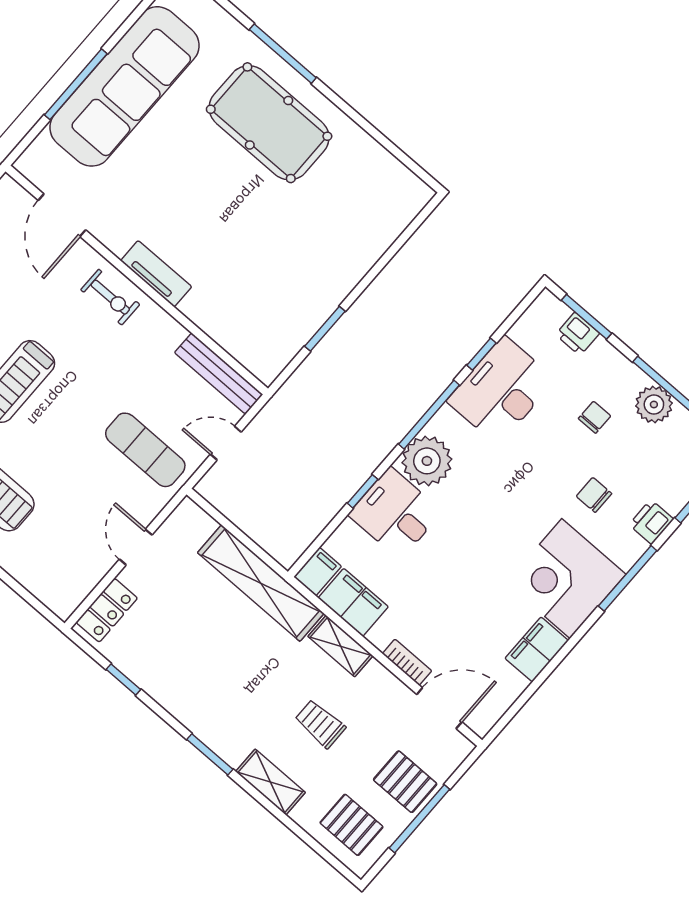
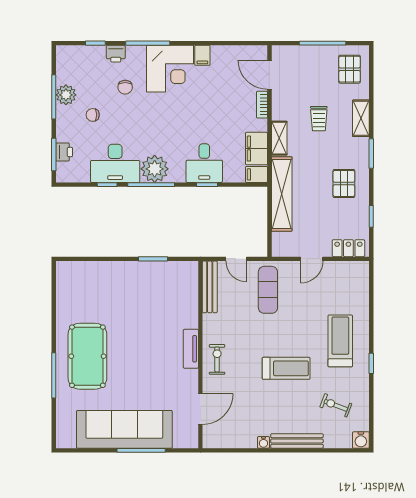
plant: (427, 461) -> (155, 169), moved
filing cabinet: (537, 649) -> (202, 55), width x0.50
pallet: (405, 782) -> (344, 183), moved

